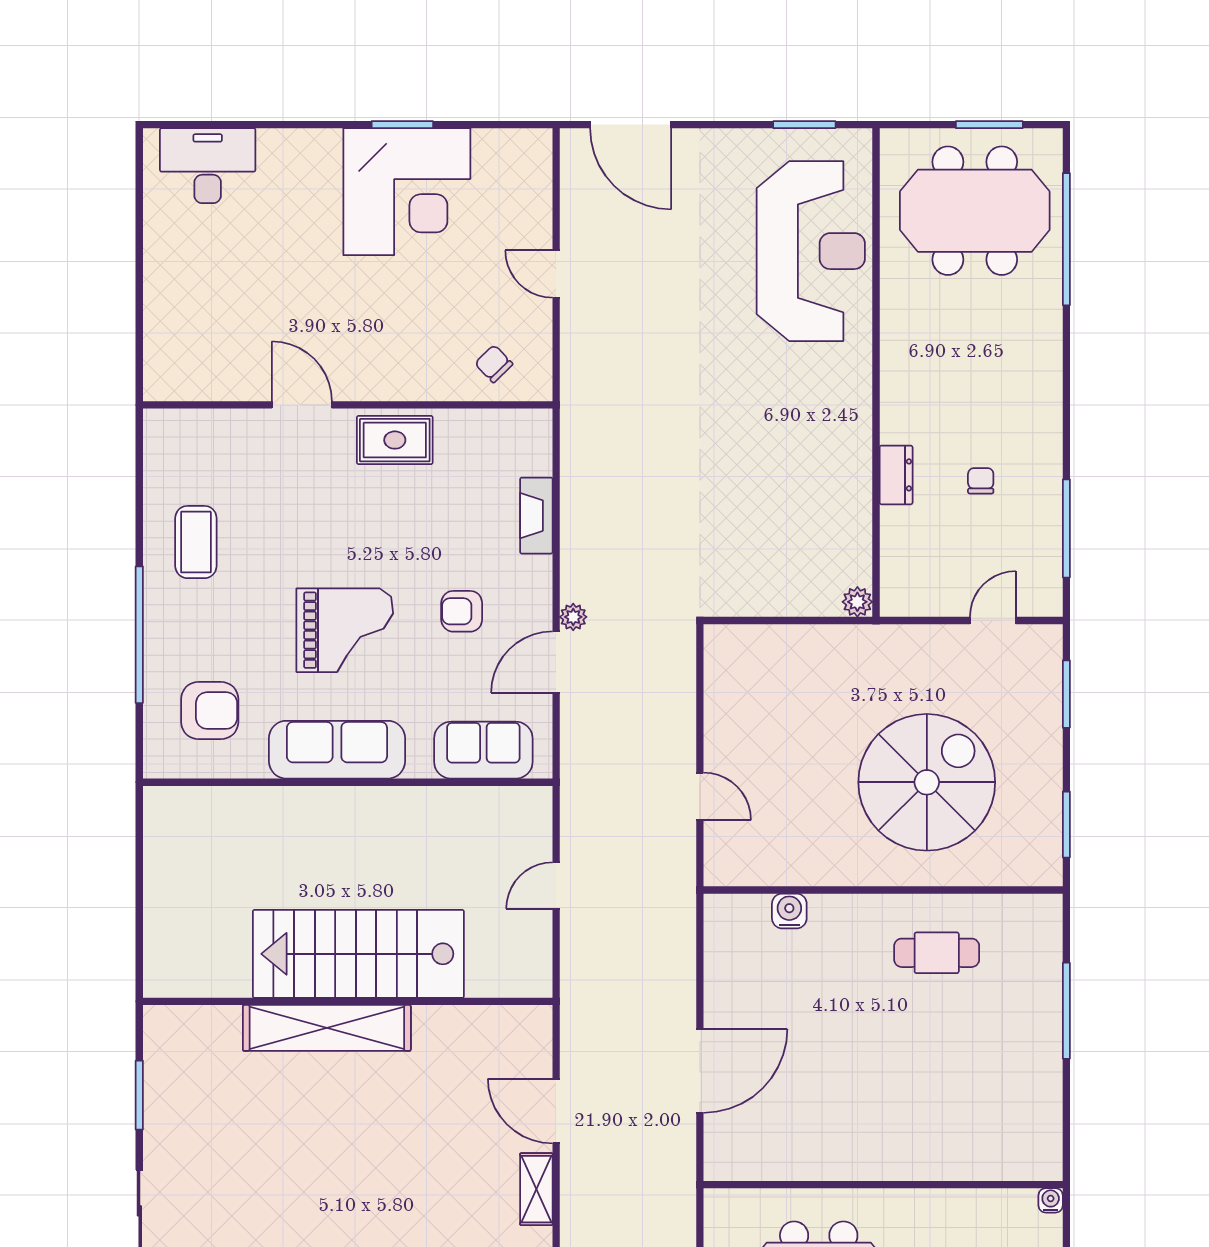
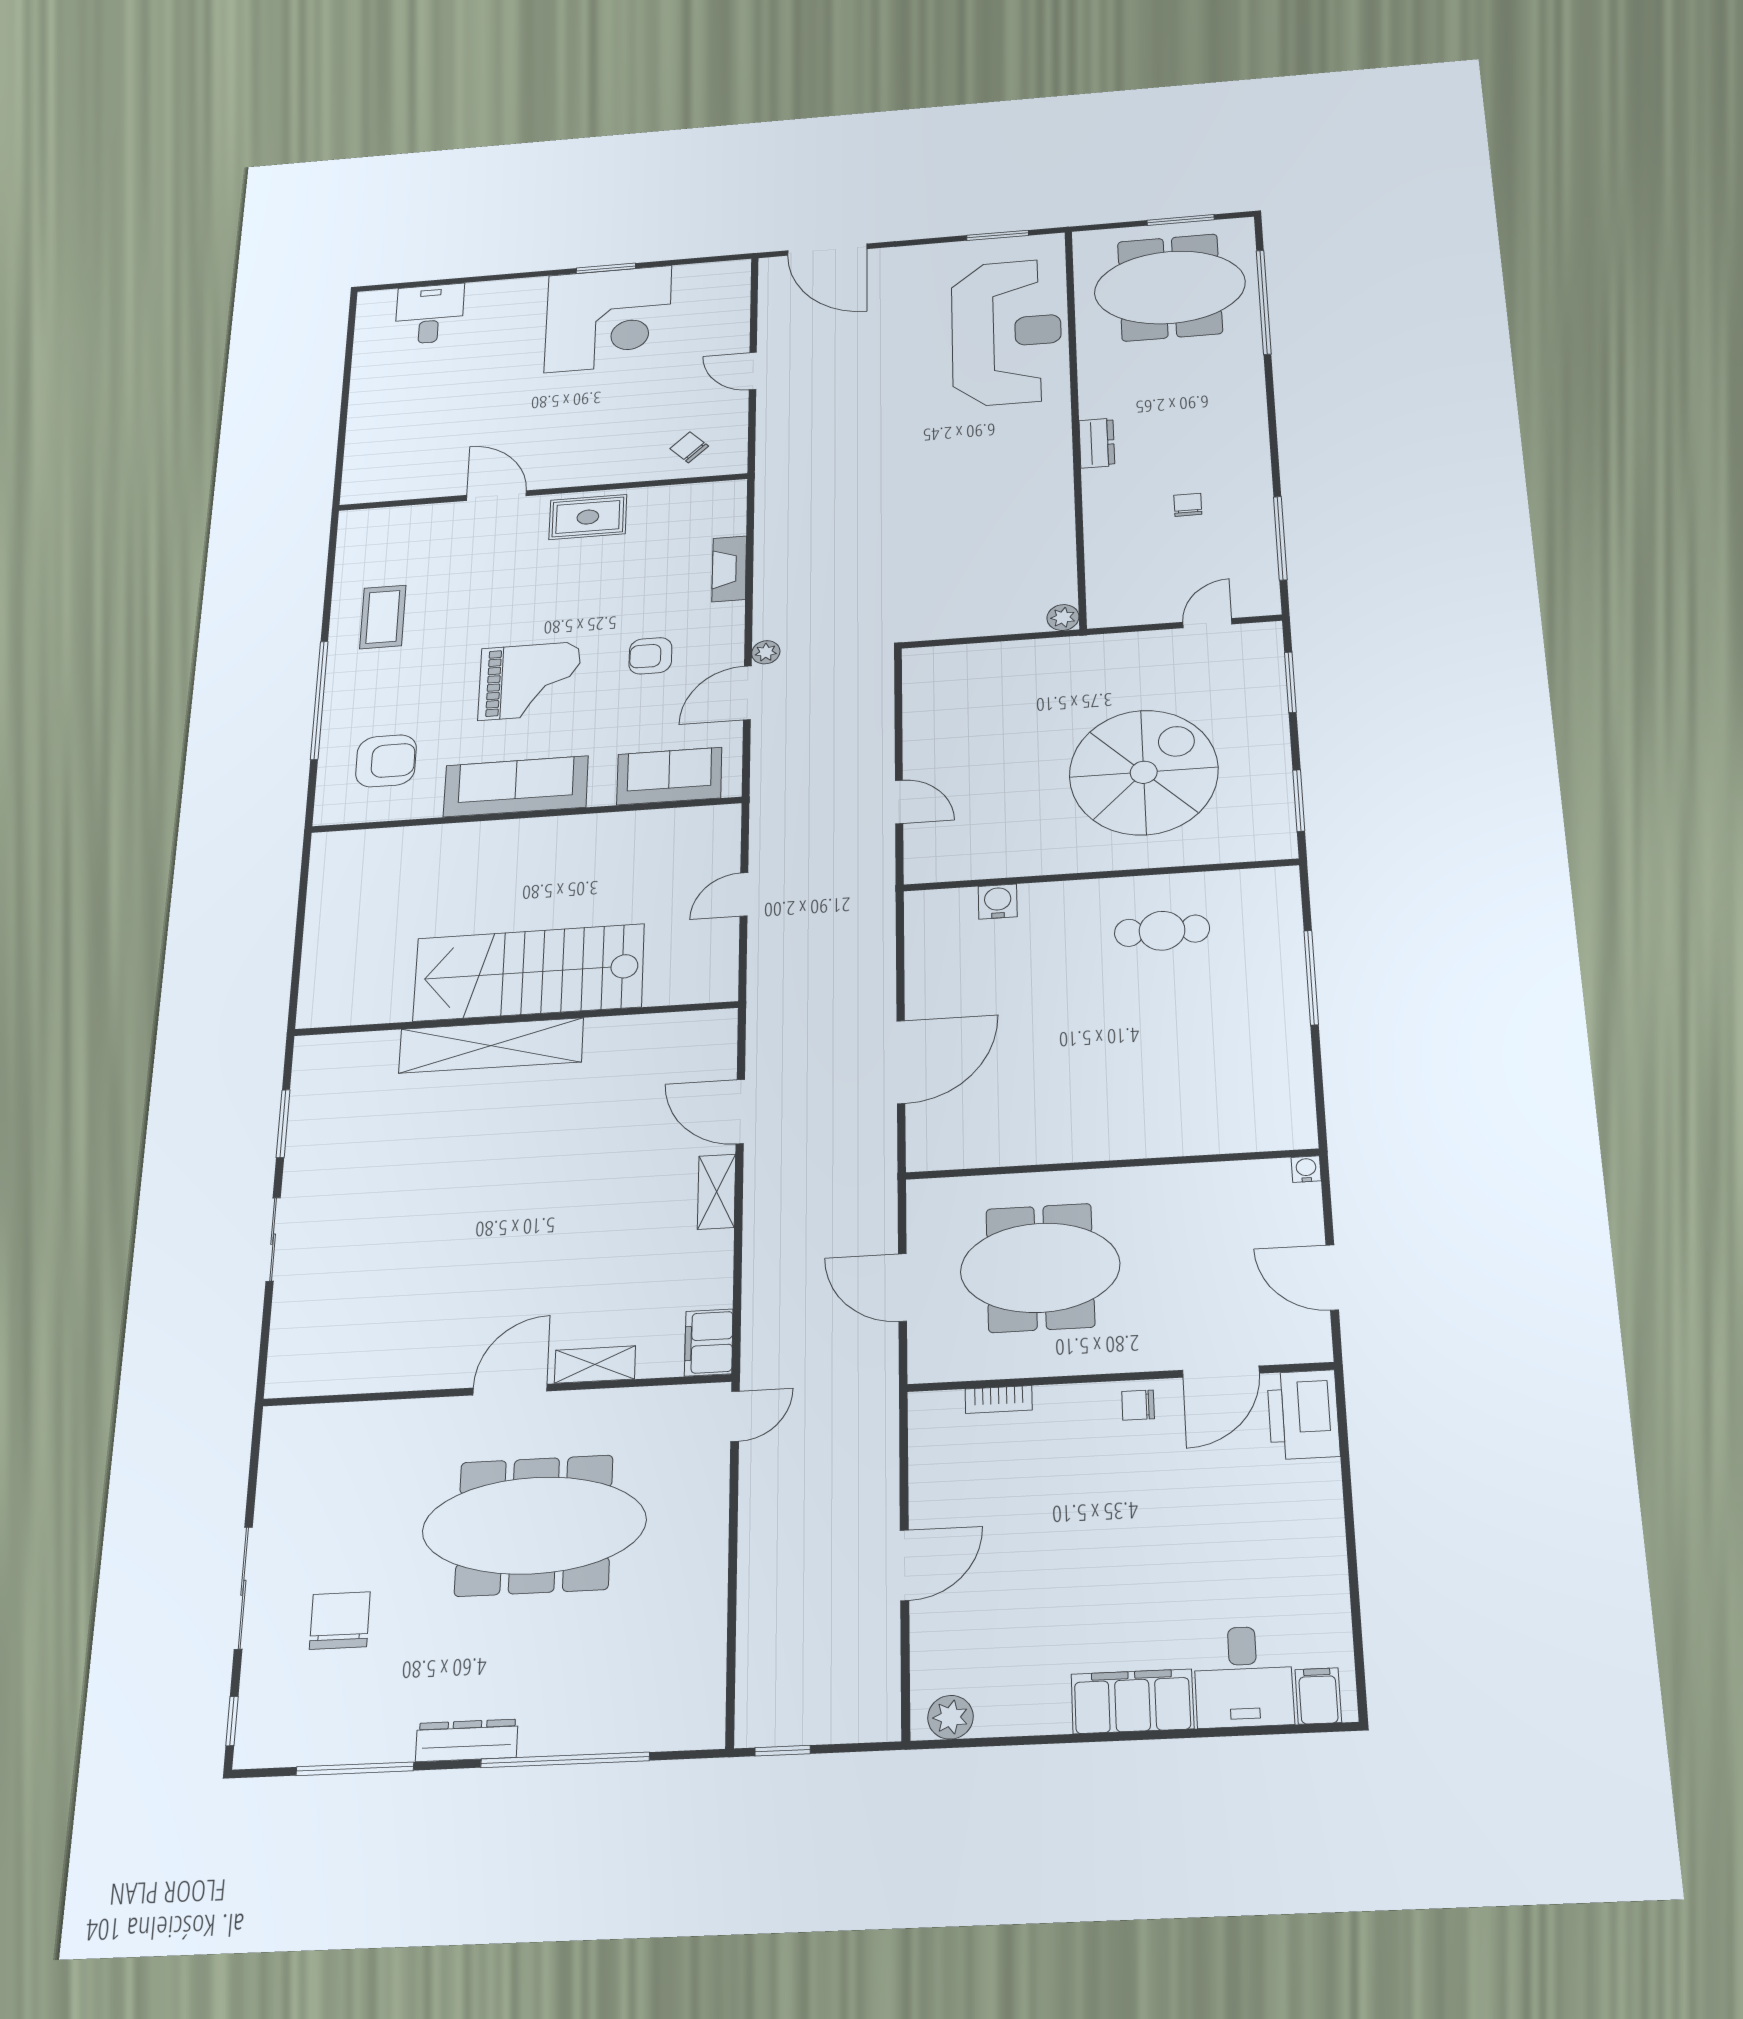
desk: (208, 166) -> (429, 314), width x0.73
dresser: (896, 475) -> (1097, 443), moved

